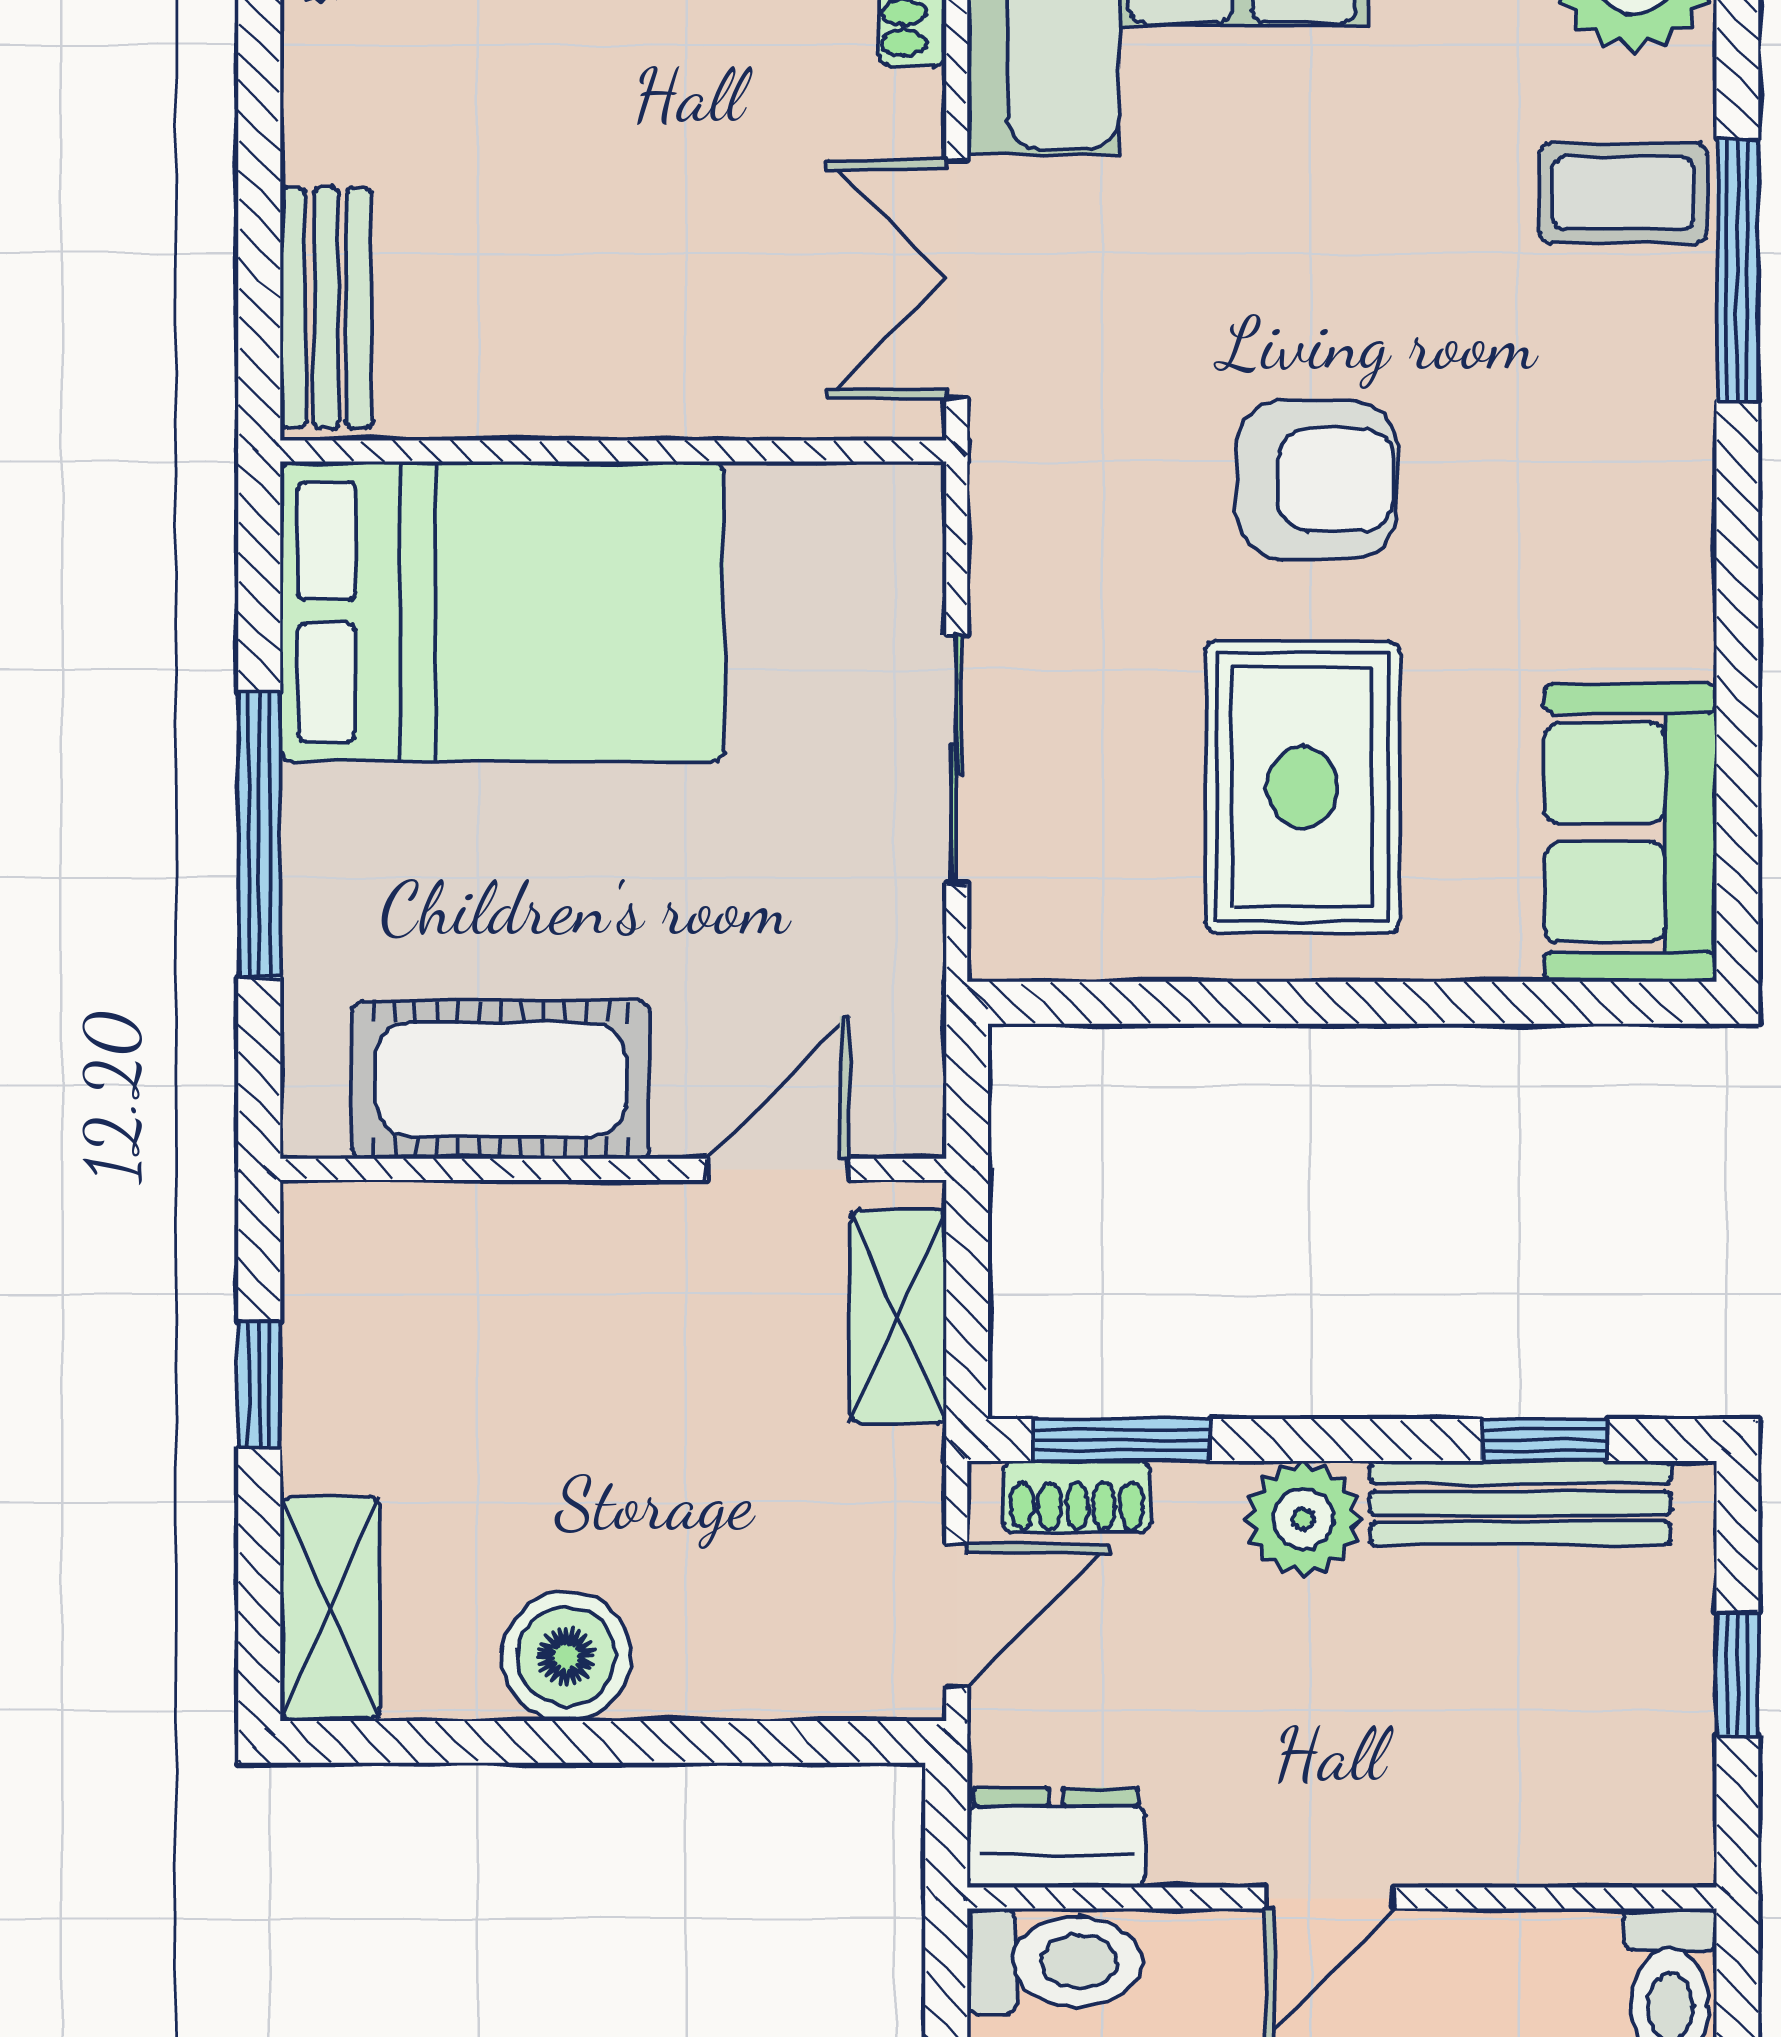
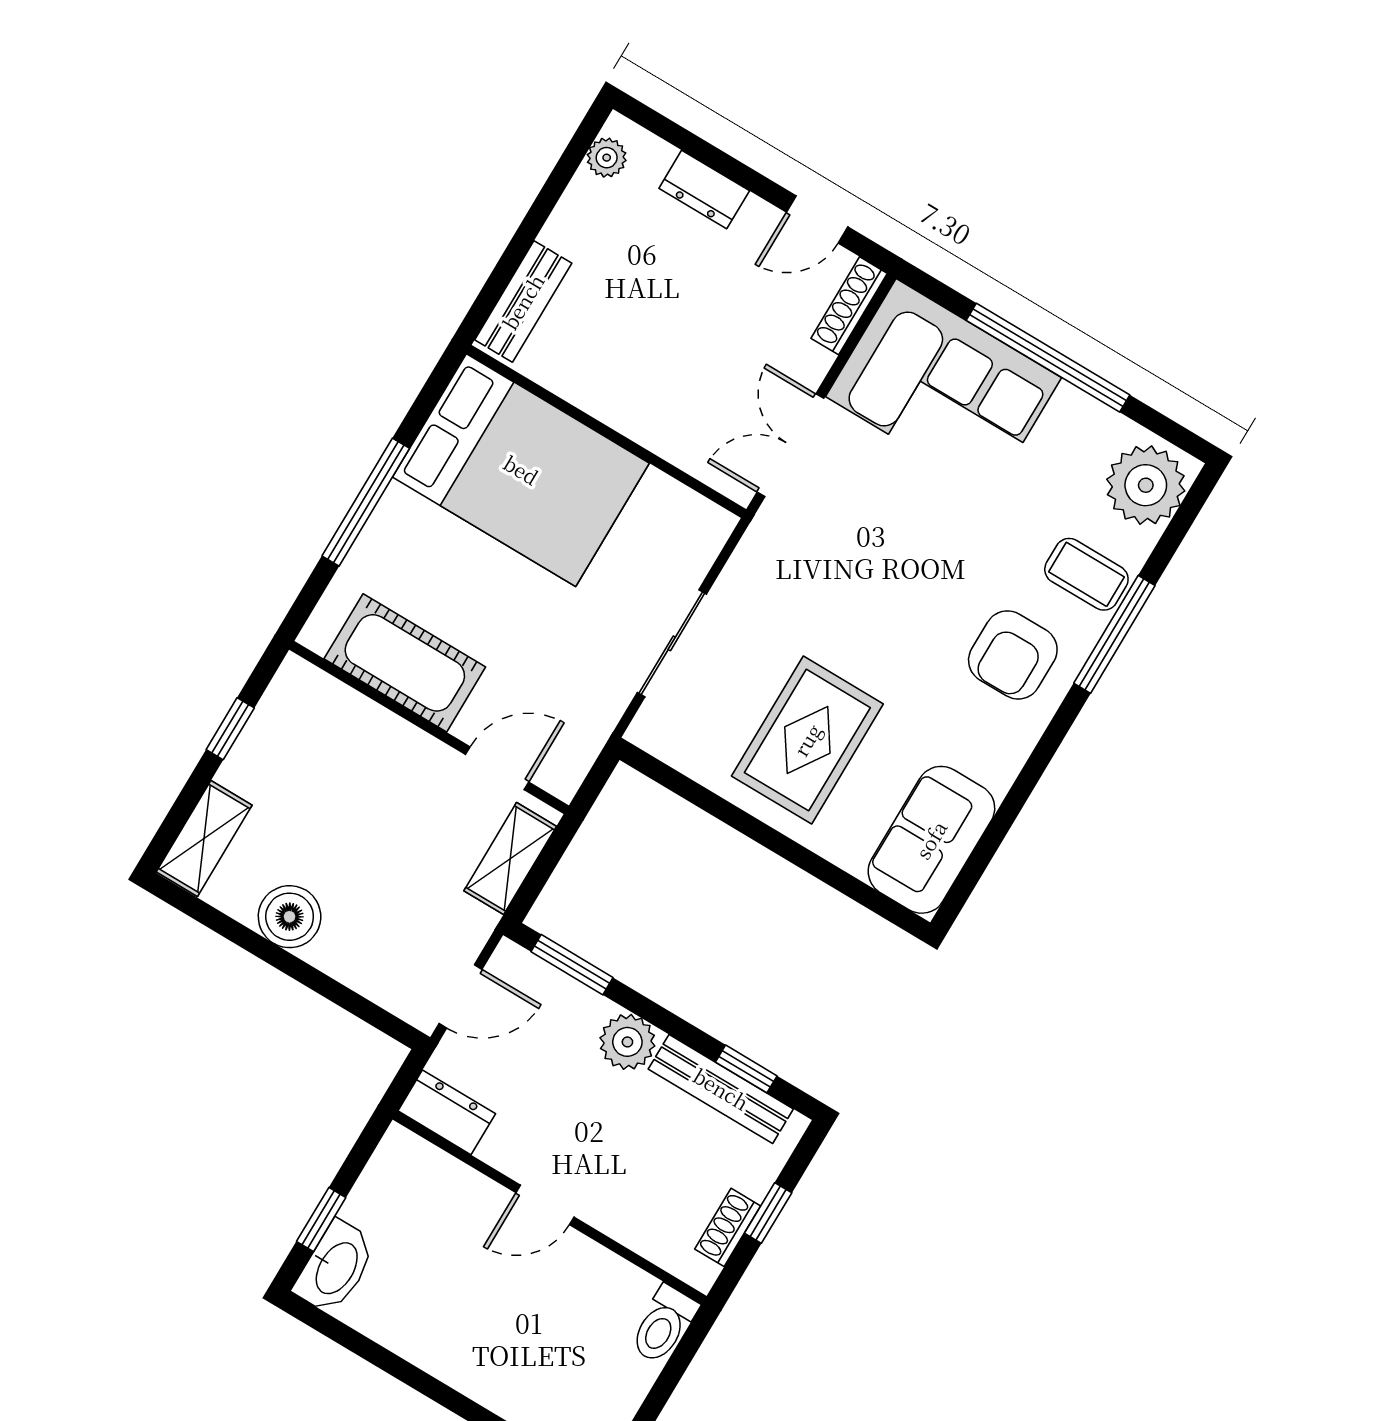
armchair: (1316, 480) -> (1013, 655), moved, turned 90
shoe rack: (1077, 1497) -> (728, 1227), moved, turned 90
toilet: (1054, 1962) -> (416, 1163), removed

